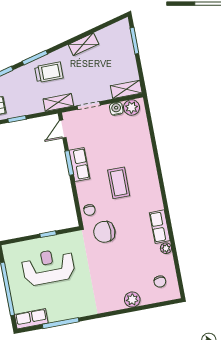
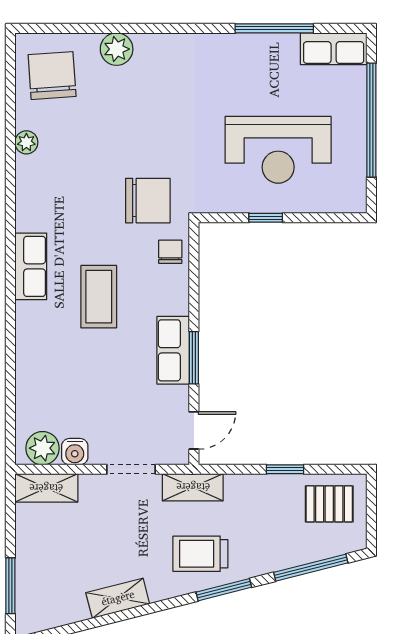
row of seats: (160, 227) -> (31, 266), moved
chair: (160, 282) -> (52, 76), width x1.87, depth x1.87

